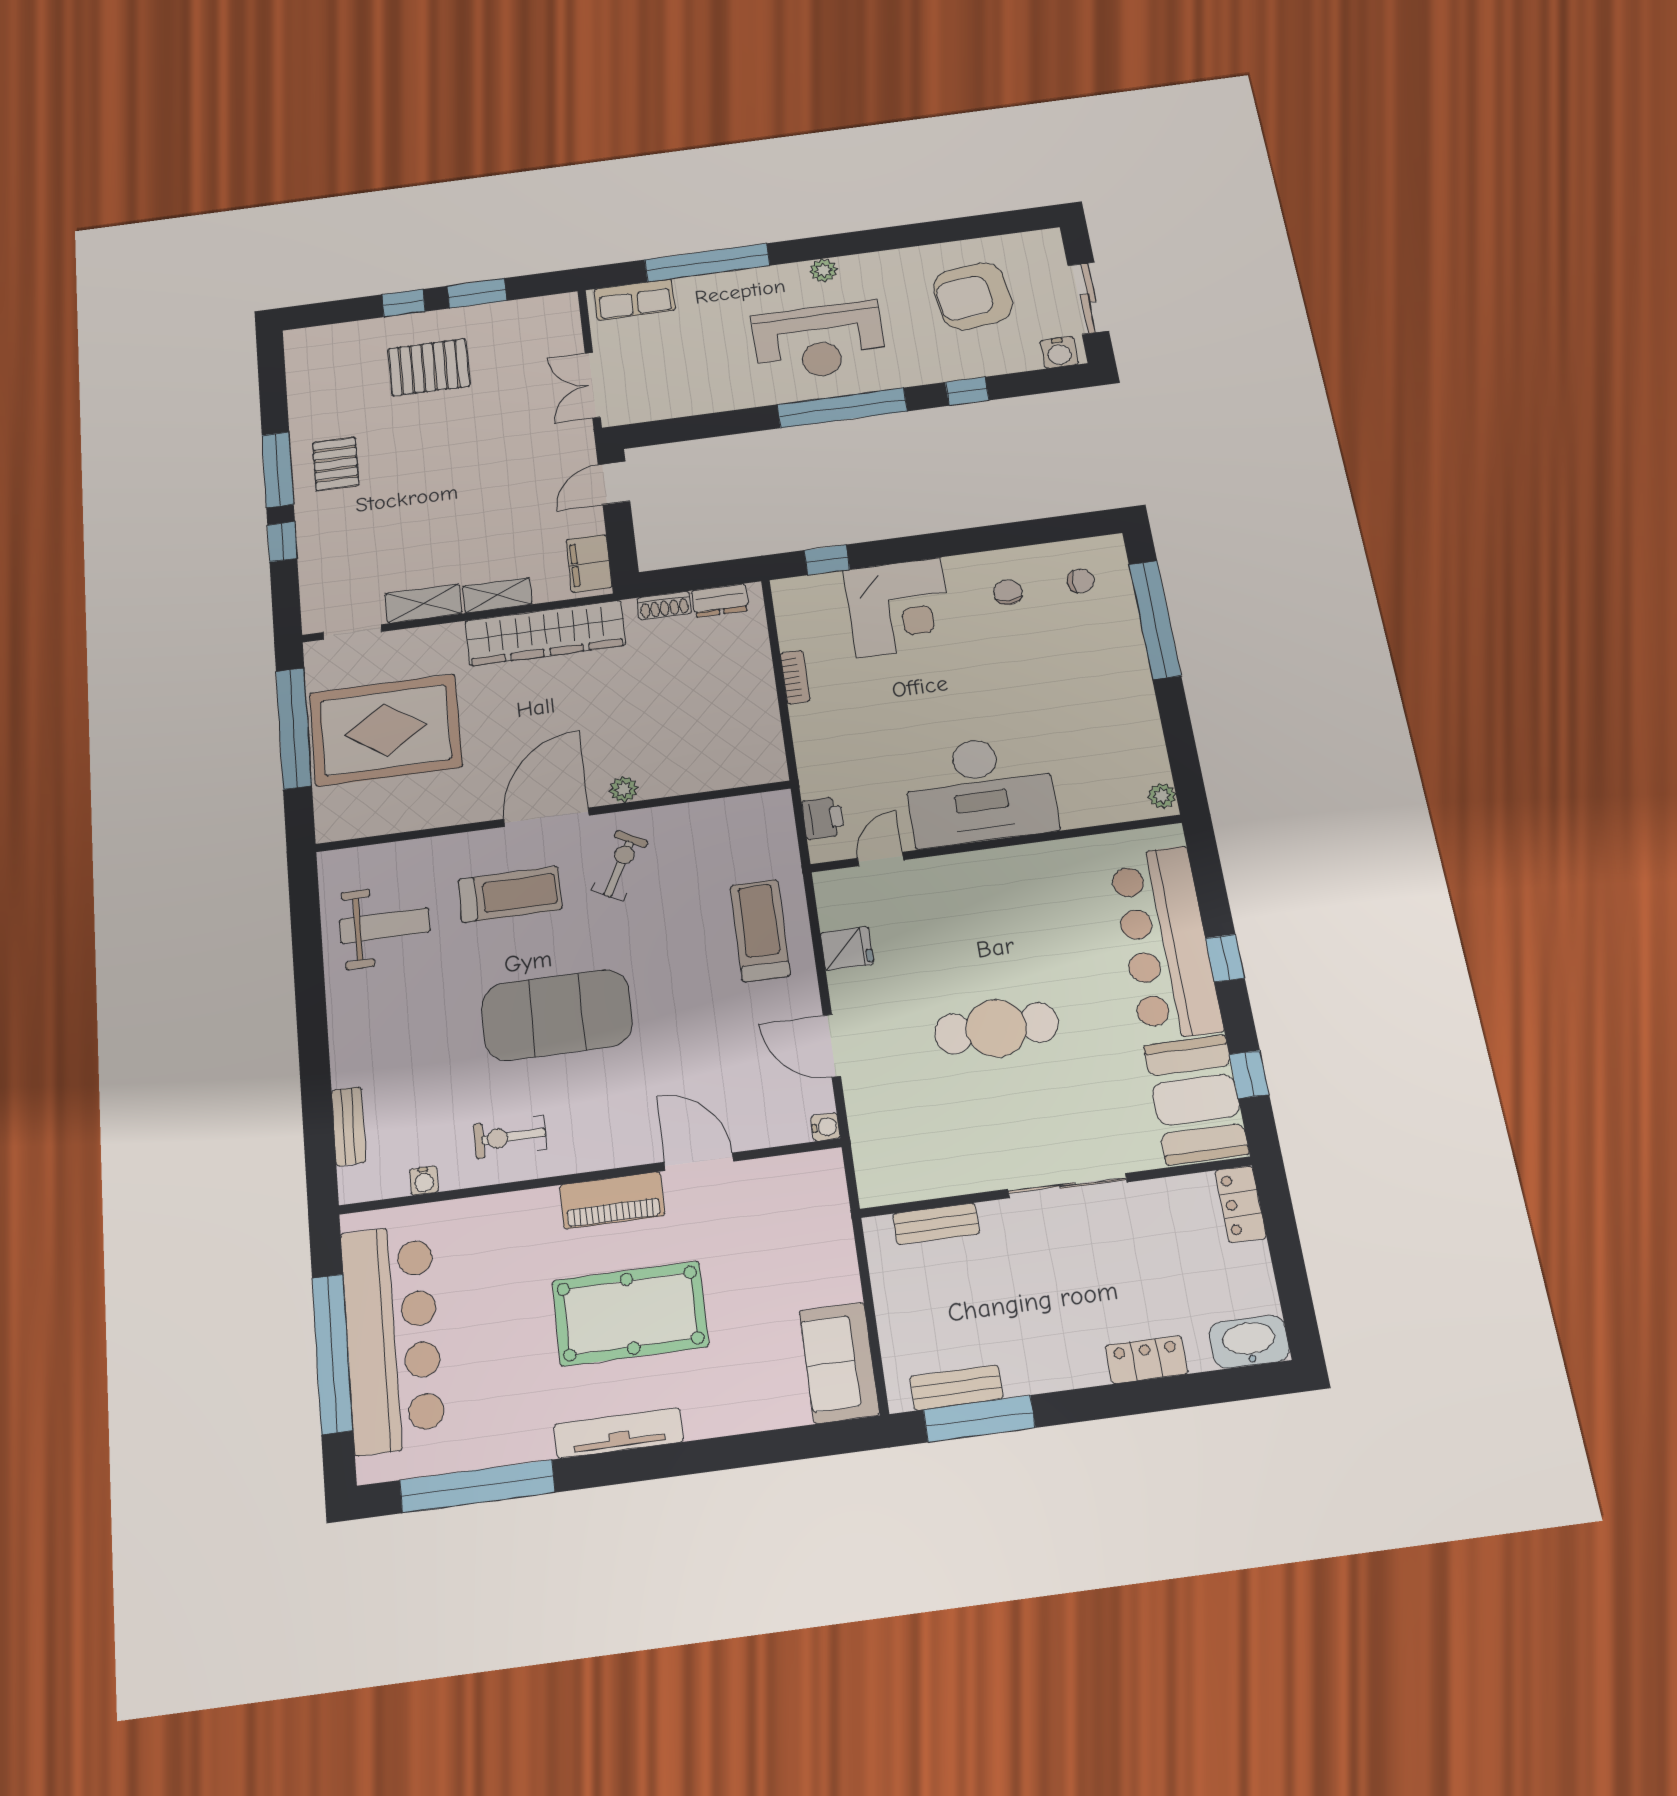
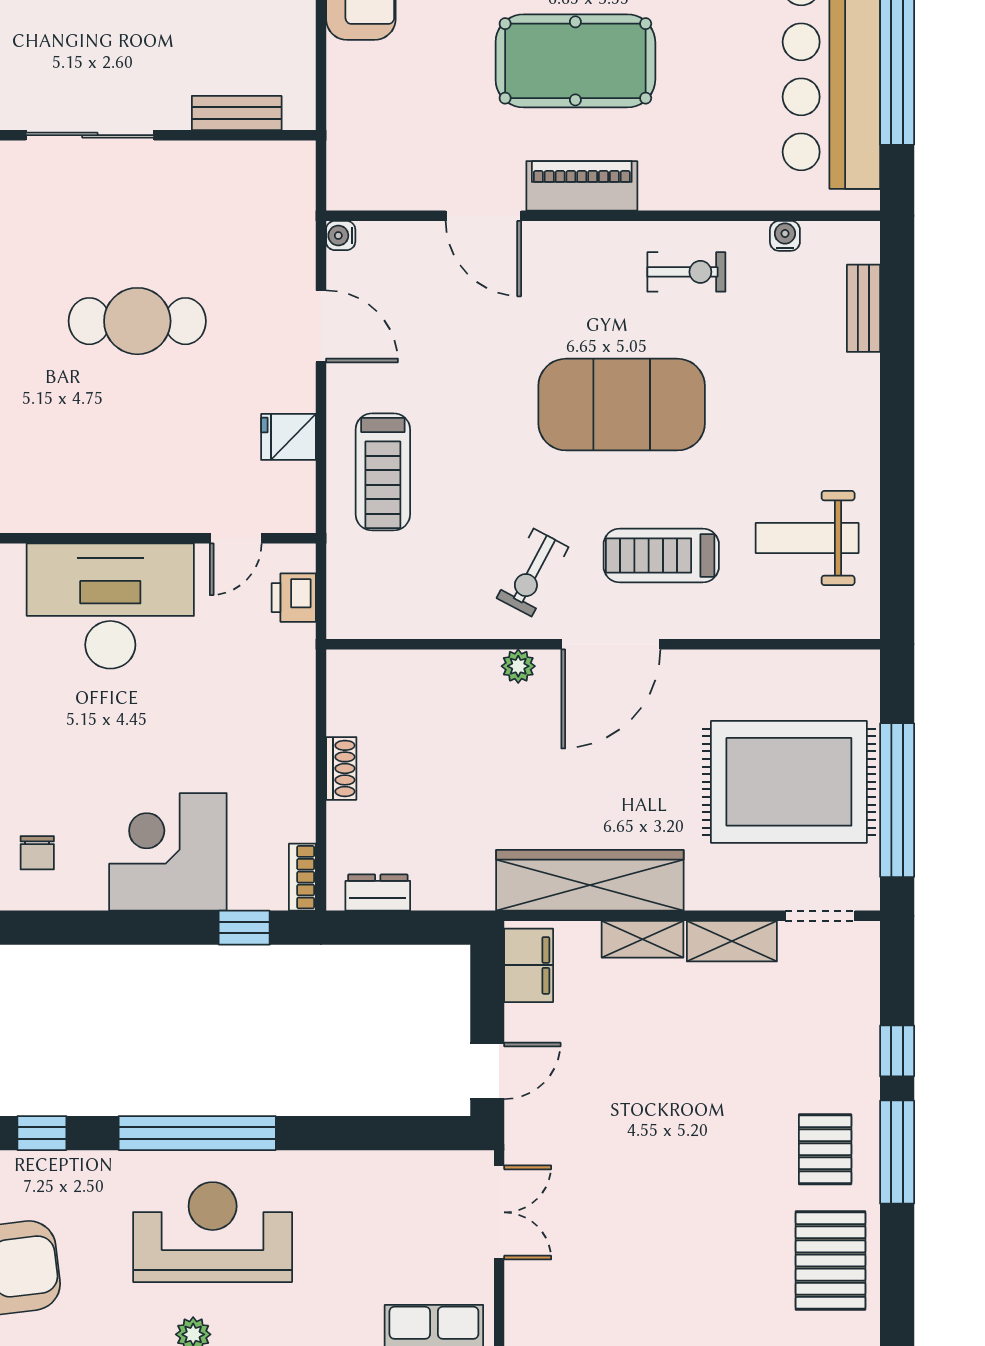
pallet: (429, 367) -> (831, 1260), moved, turned 90
shoe rack: (664, 606) -> (341, 768), moved, turned 90
bookcase: (795, 677) -> (302, 877), moved

